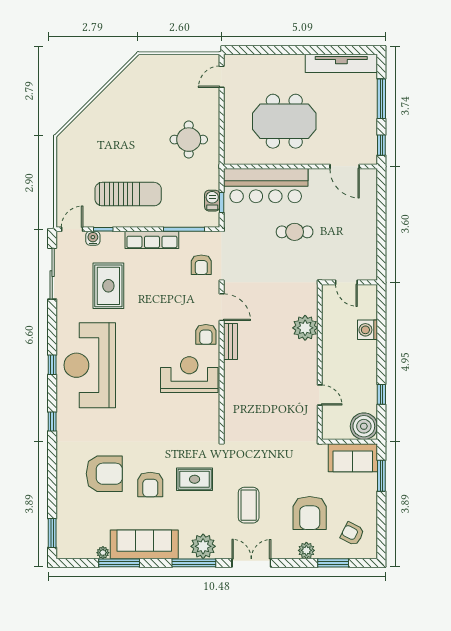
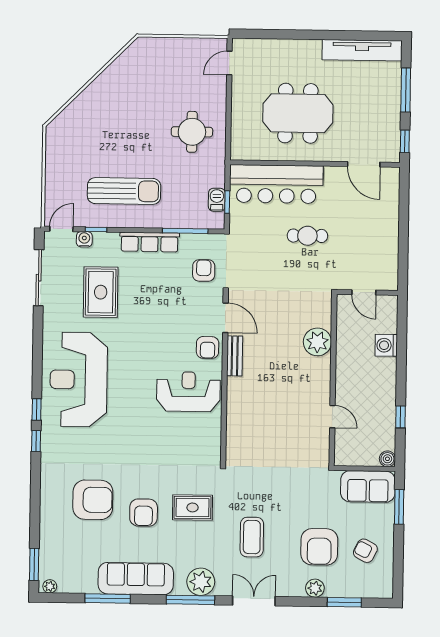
armchair: (201, 265) -> (204, 270), turned 180
window: (52, 365) -> (37, 409), moved
boiler: (364, 426) -> (387, 459), width x0.54, depth x0.54
armchair: (352, 534) -> (365, 551), moved
plant: (103, 553) -> (50, 586), moved

